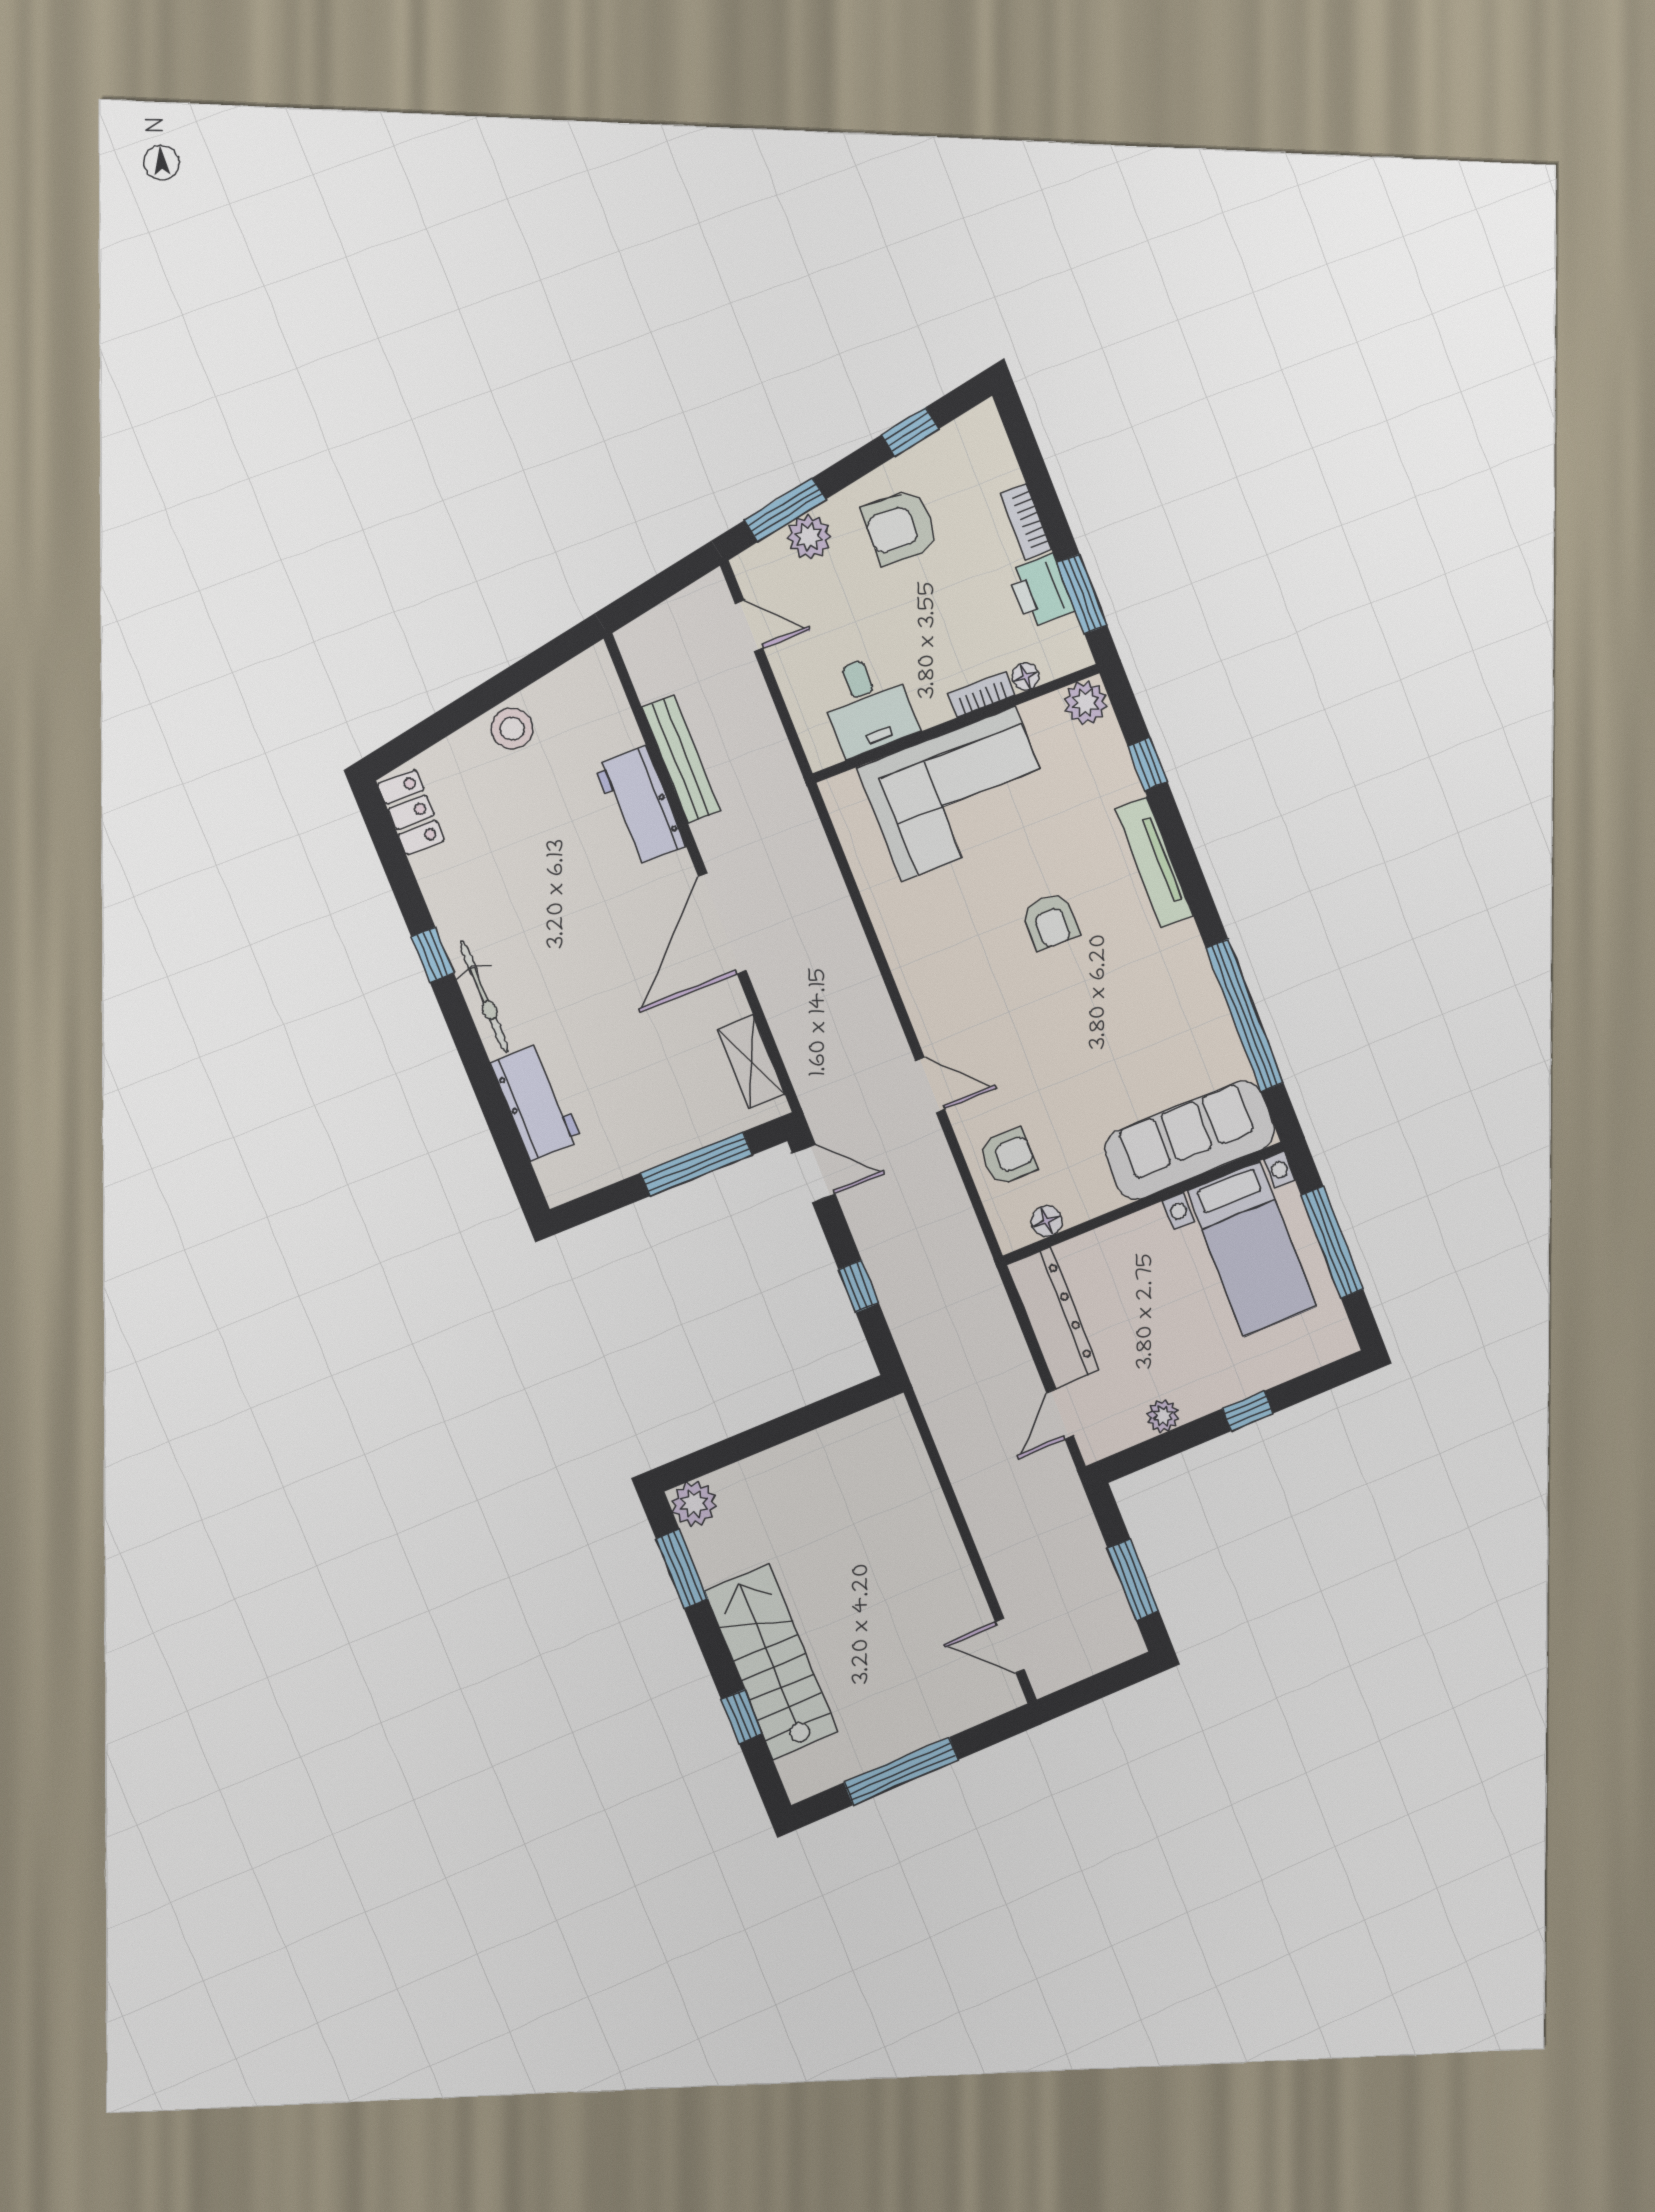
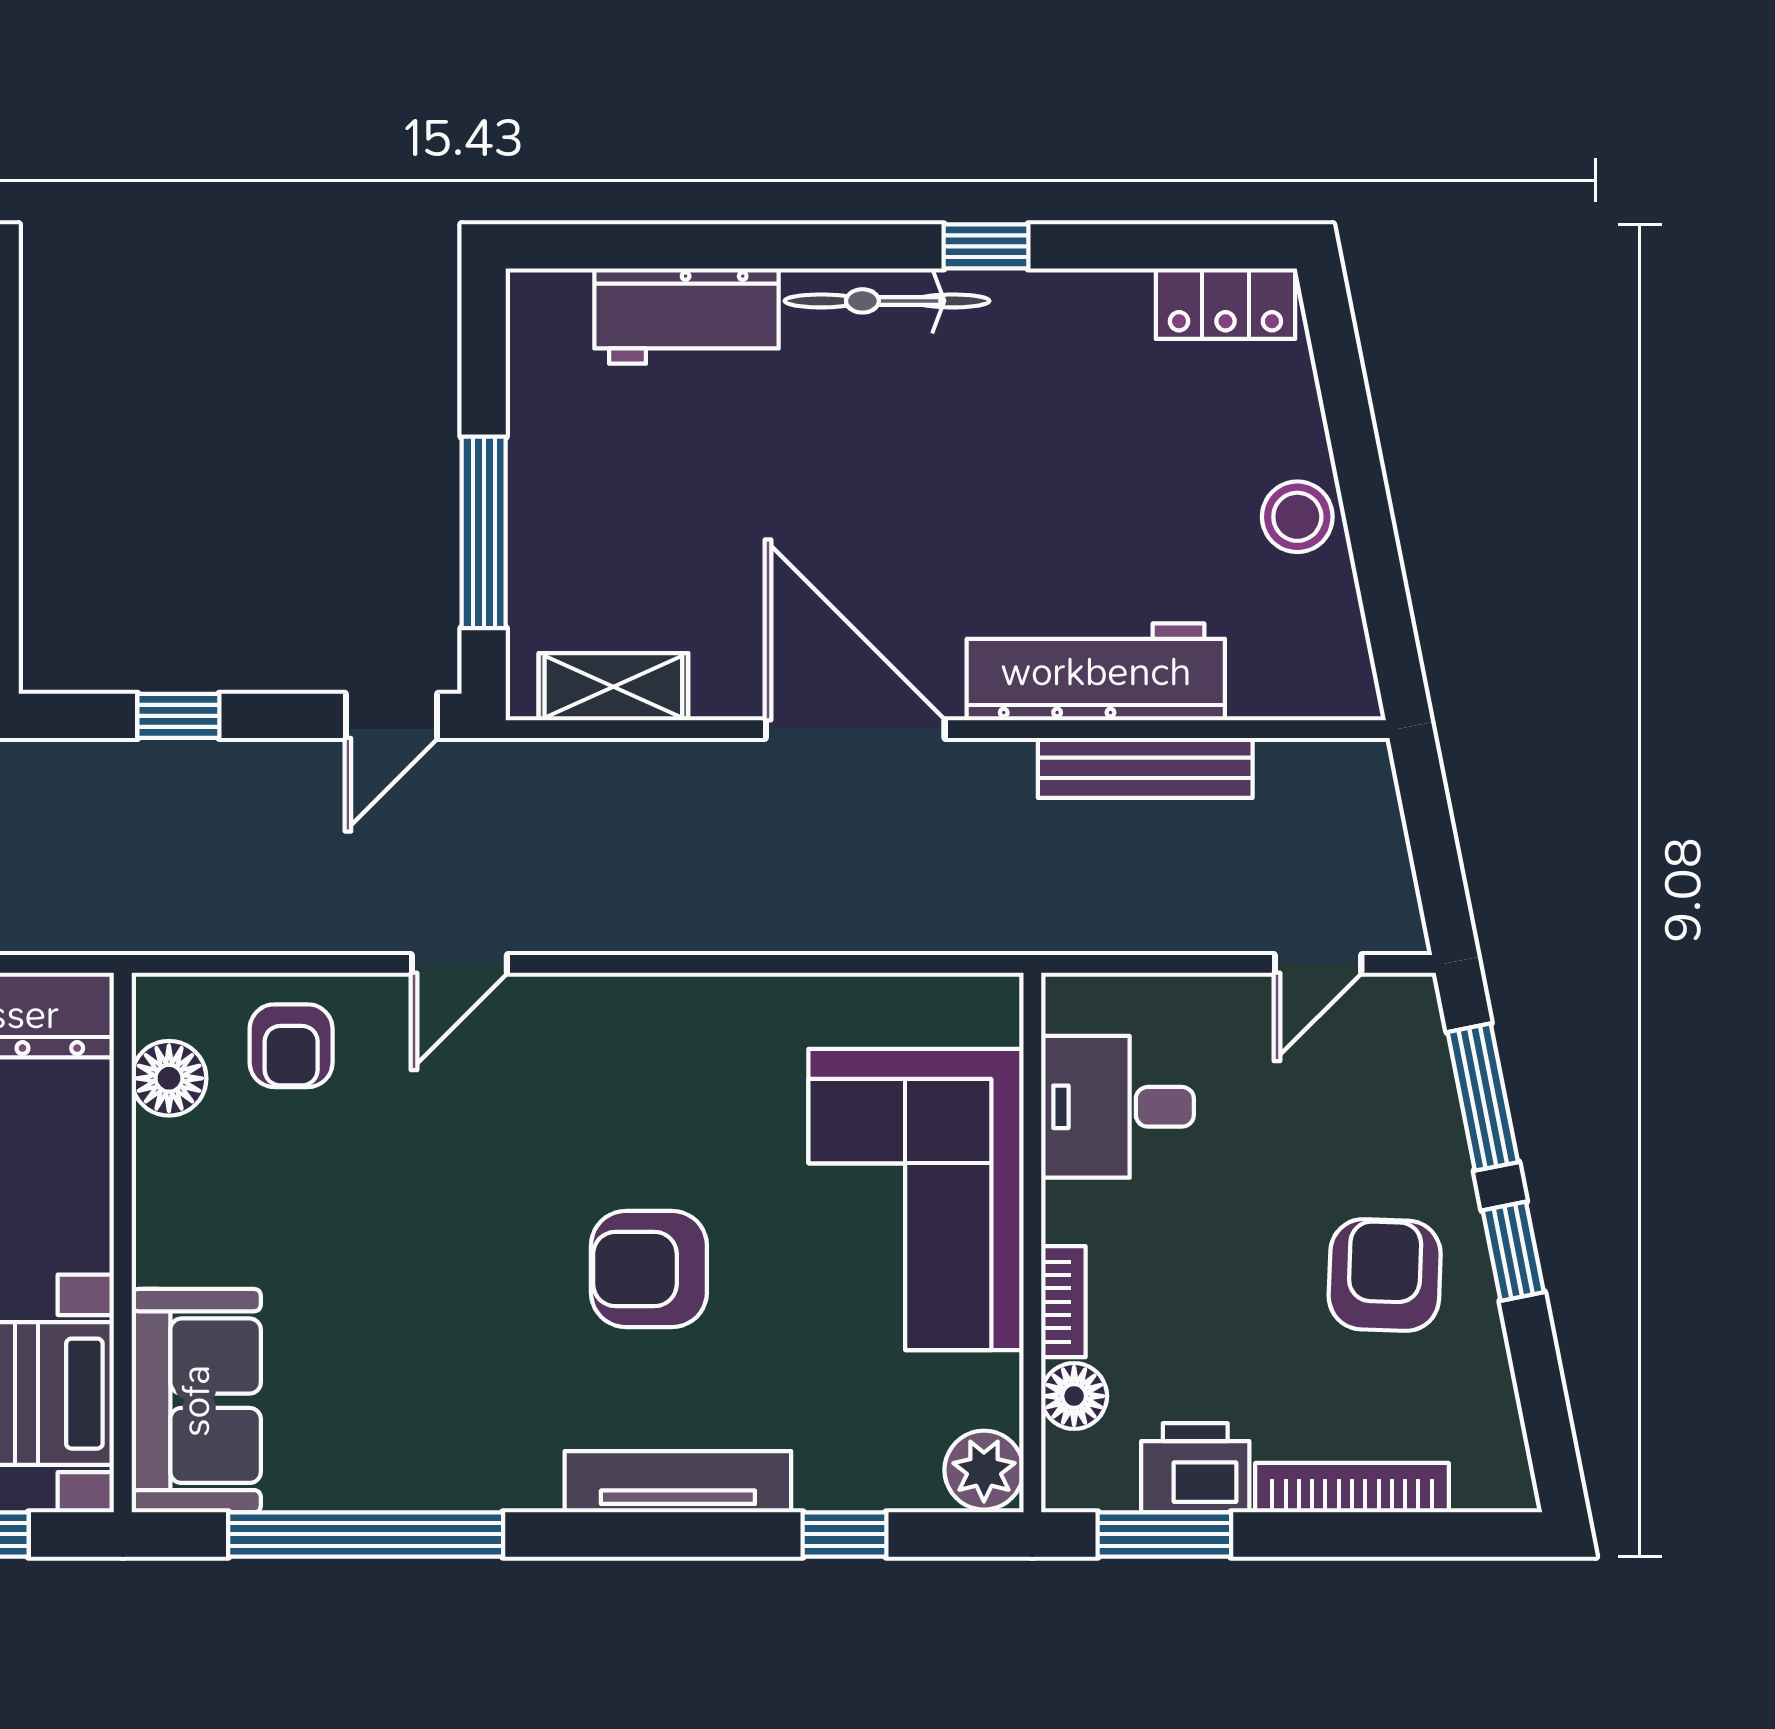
window: (910, 432) -> (1513, 1251), moved
bookcase: (1026, 522) -> (1352, 1488), width x1.56
plant: (809, 537) -> (1425, 1119), removed
floor lamp: (1026, 676) -> (1074, 1396), width x1.37, depth x1.37
workbench: (640, 806) -> (1096, 672), width x1.38
armchair: (1050, 921) -> (649, 1269), width x1.38, depth x1.38
sofa: (1190, 1140) -> (196, 1401), width x0.73
floor lamp: (1047, 1221) -> (169, 1078), width x1.37, depth x1.37

